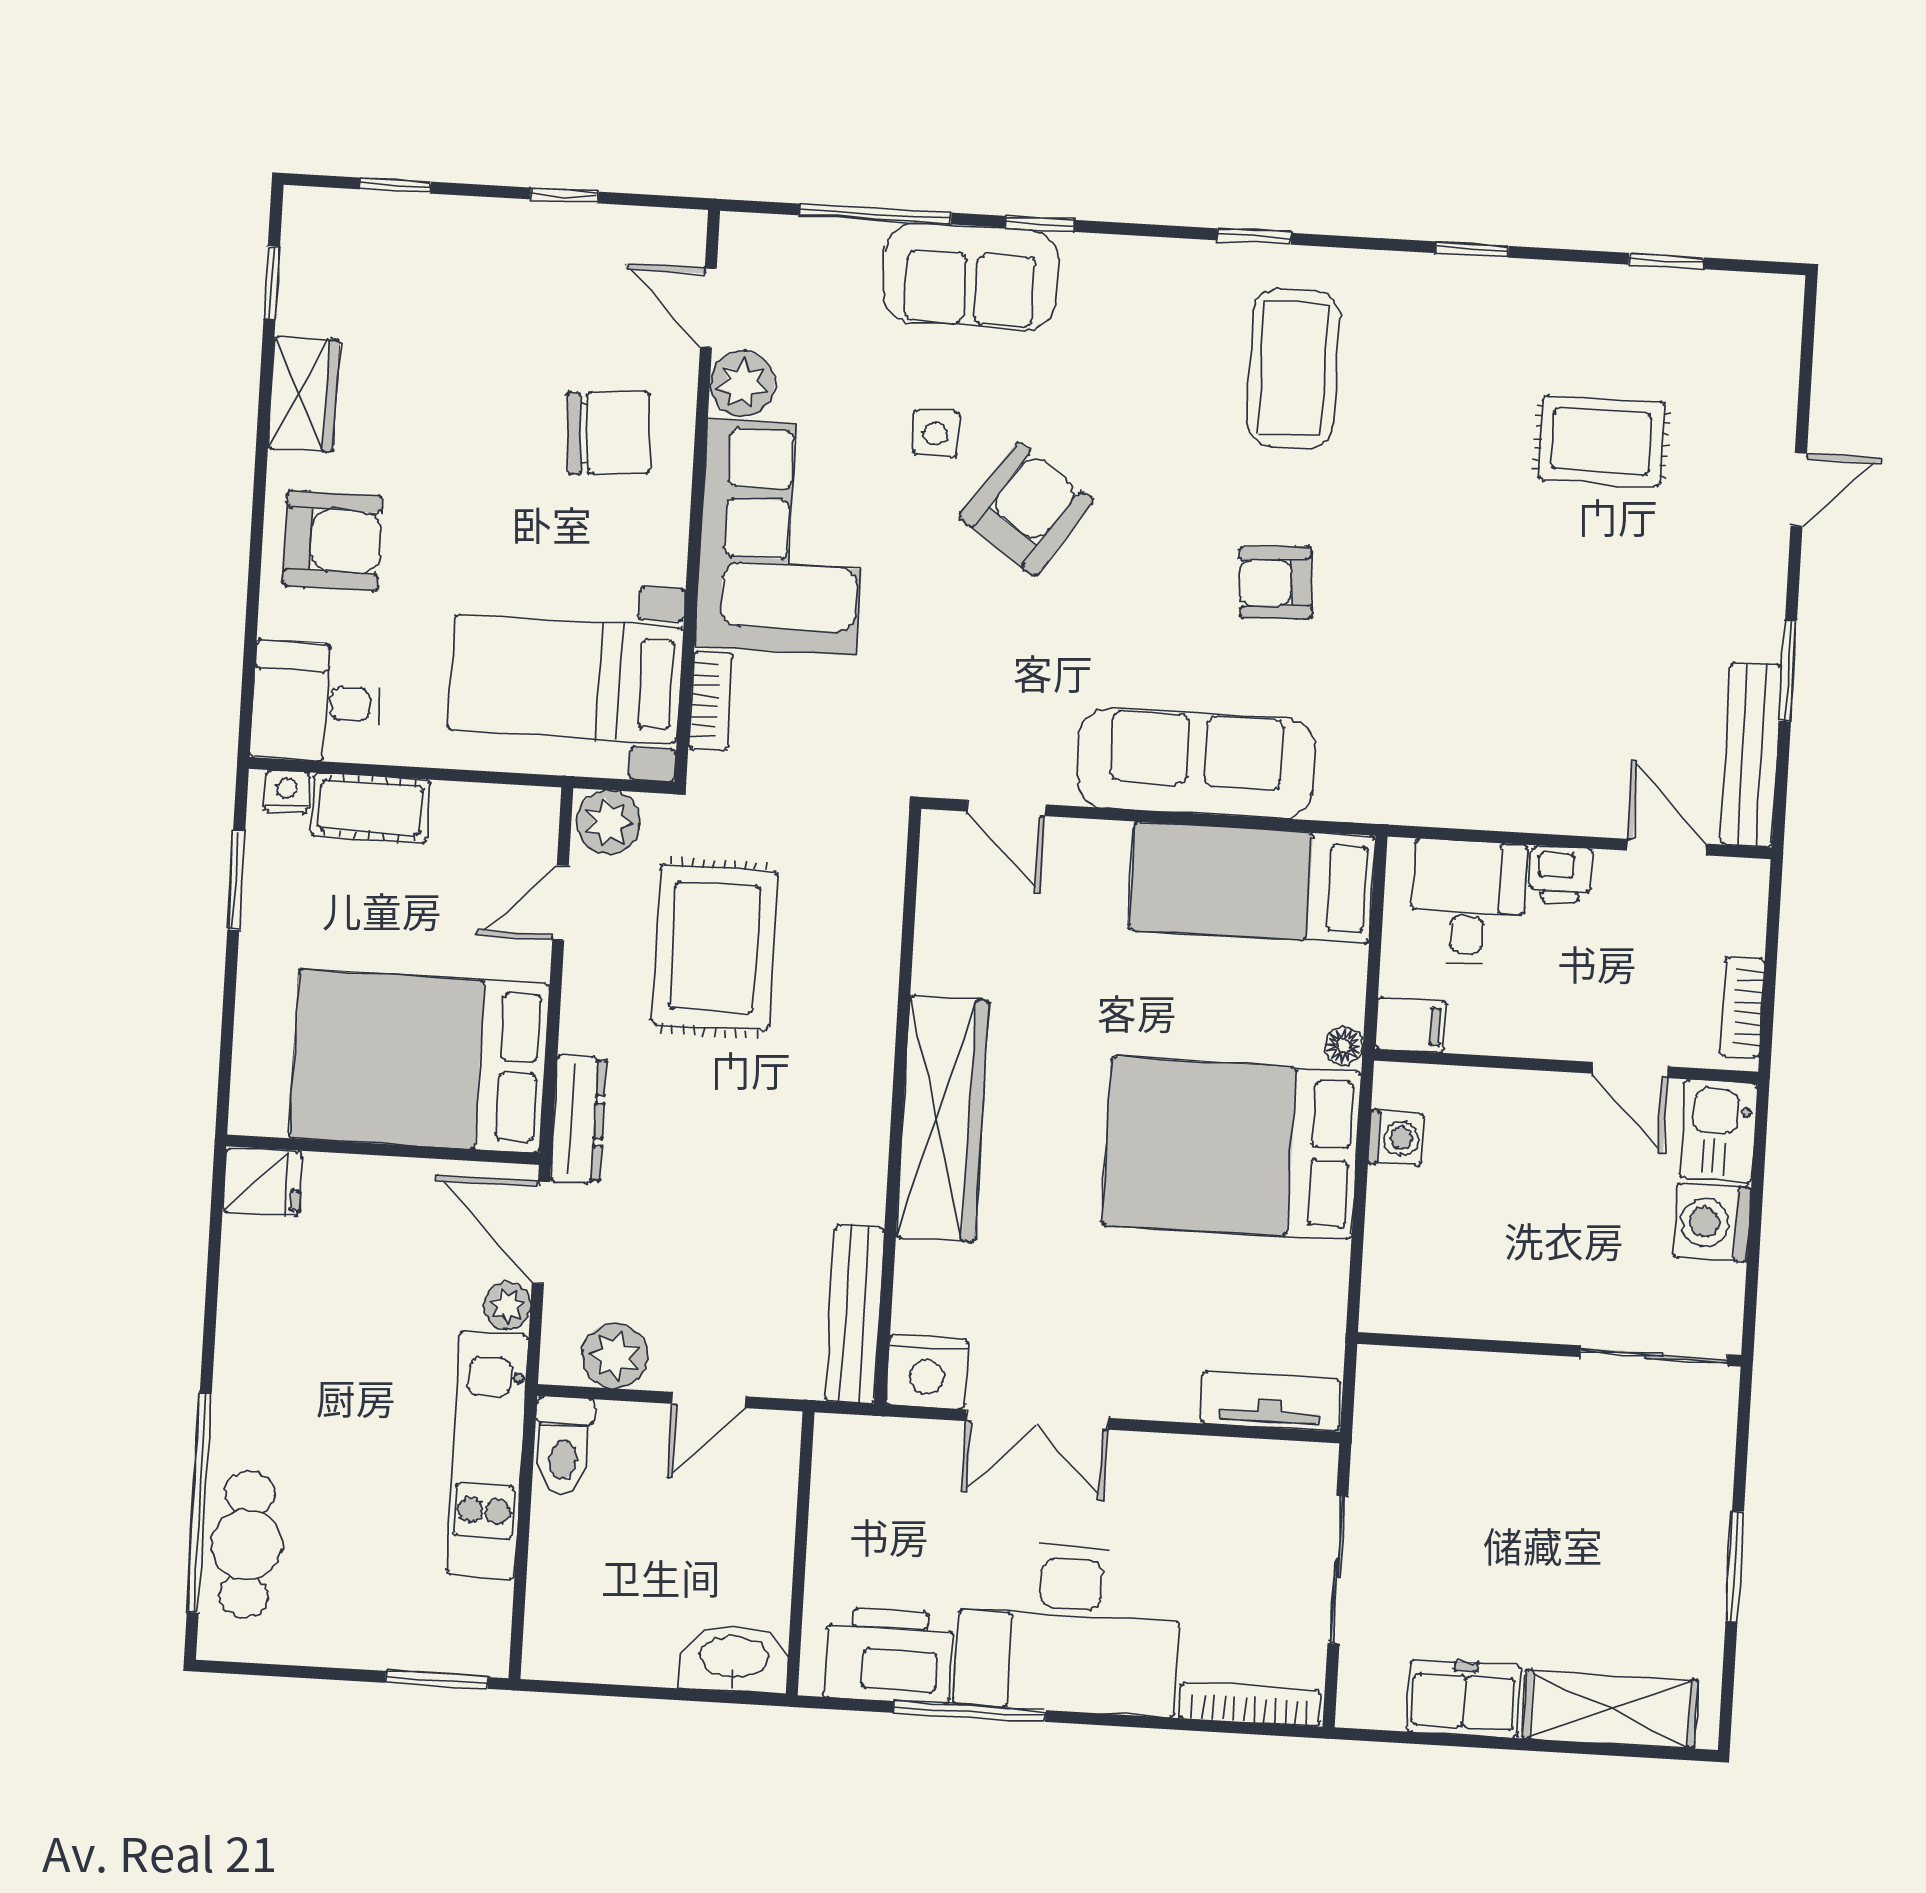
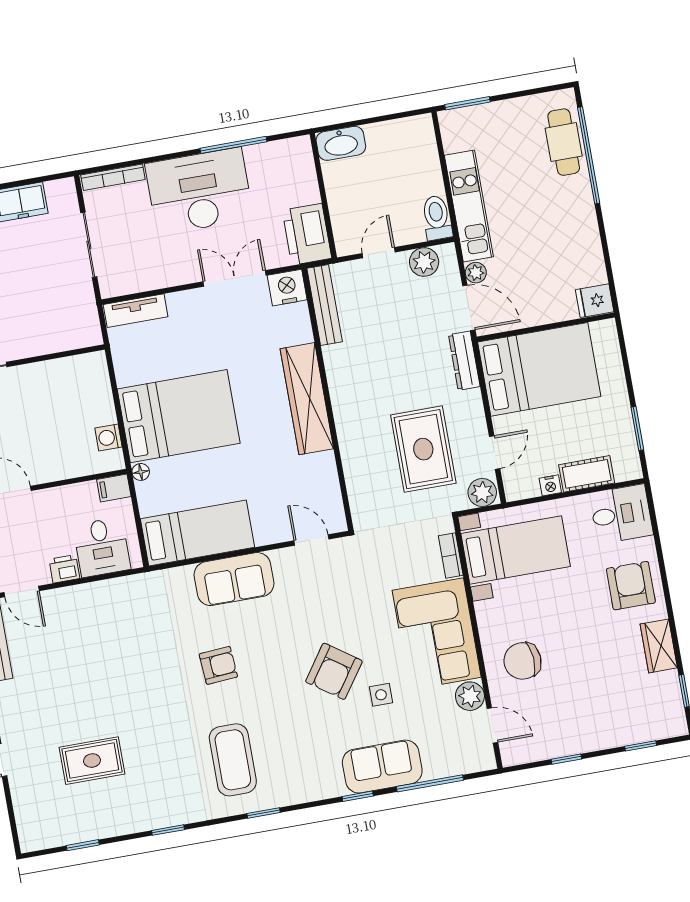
armchair: (333, 541) -> (631, 586), turned 90
sofa: (1196, 763) -> (234, 579), width x0.73
nightstand: (287, 792) -> (550, 485), moved
printer: (888, 1655) -> (307, 234), moved, turned 90

